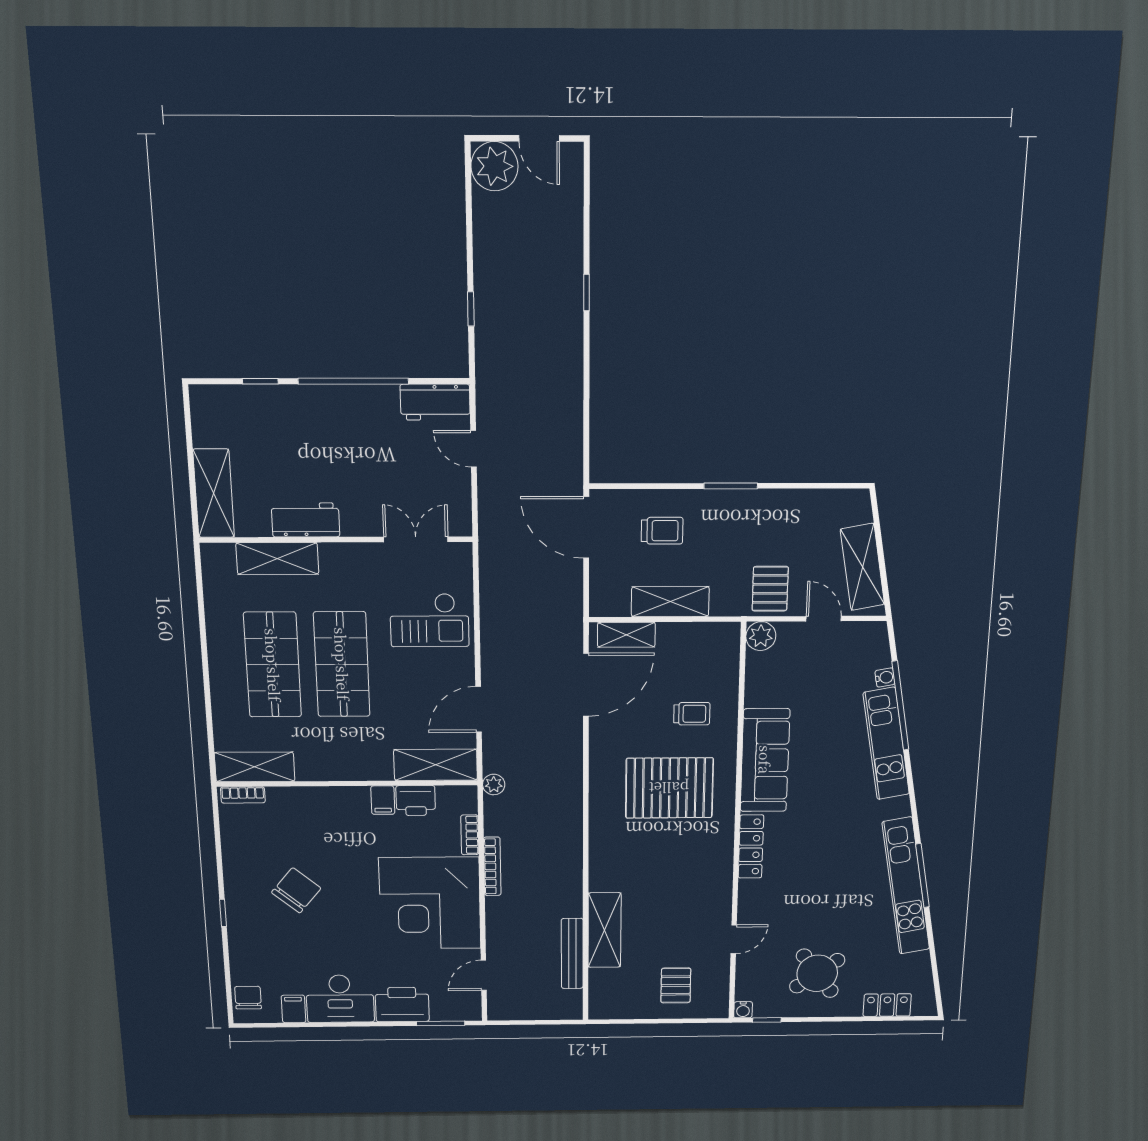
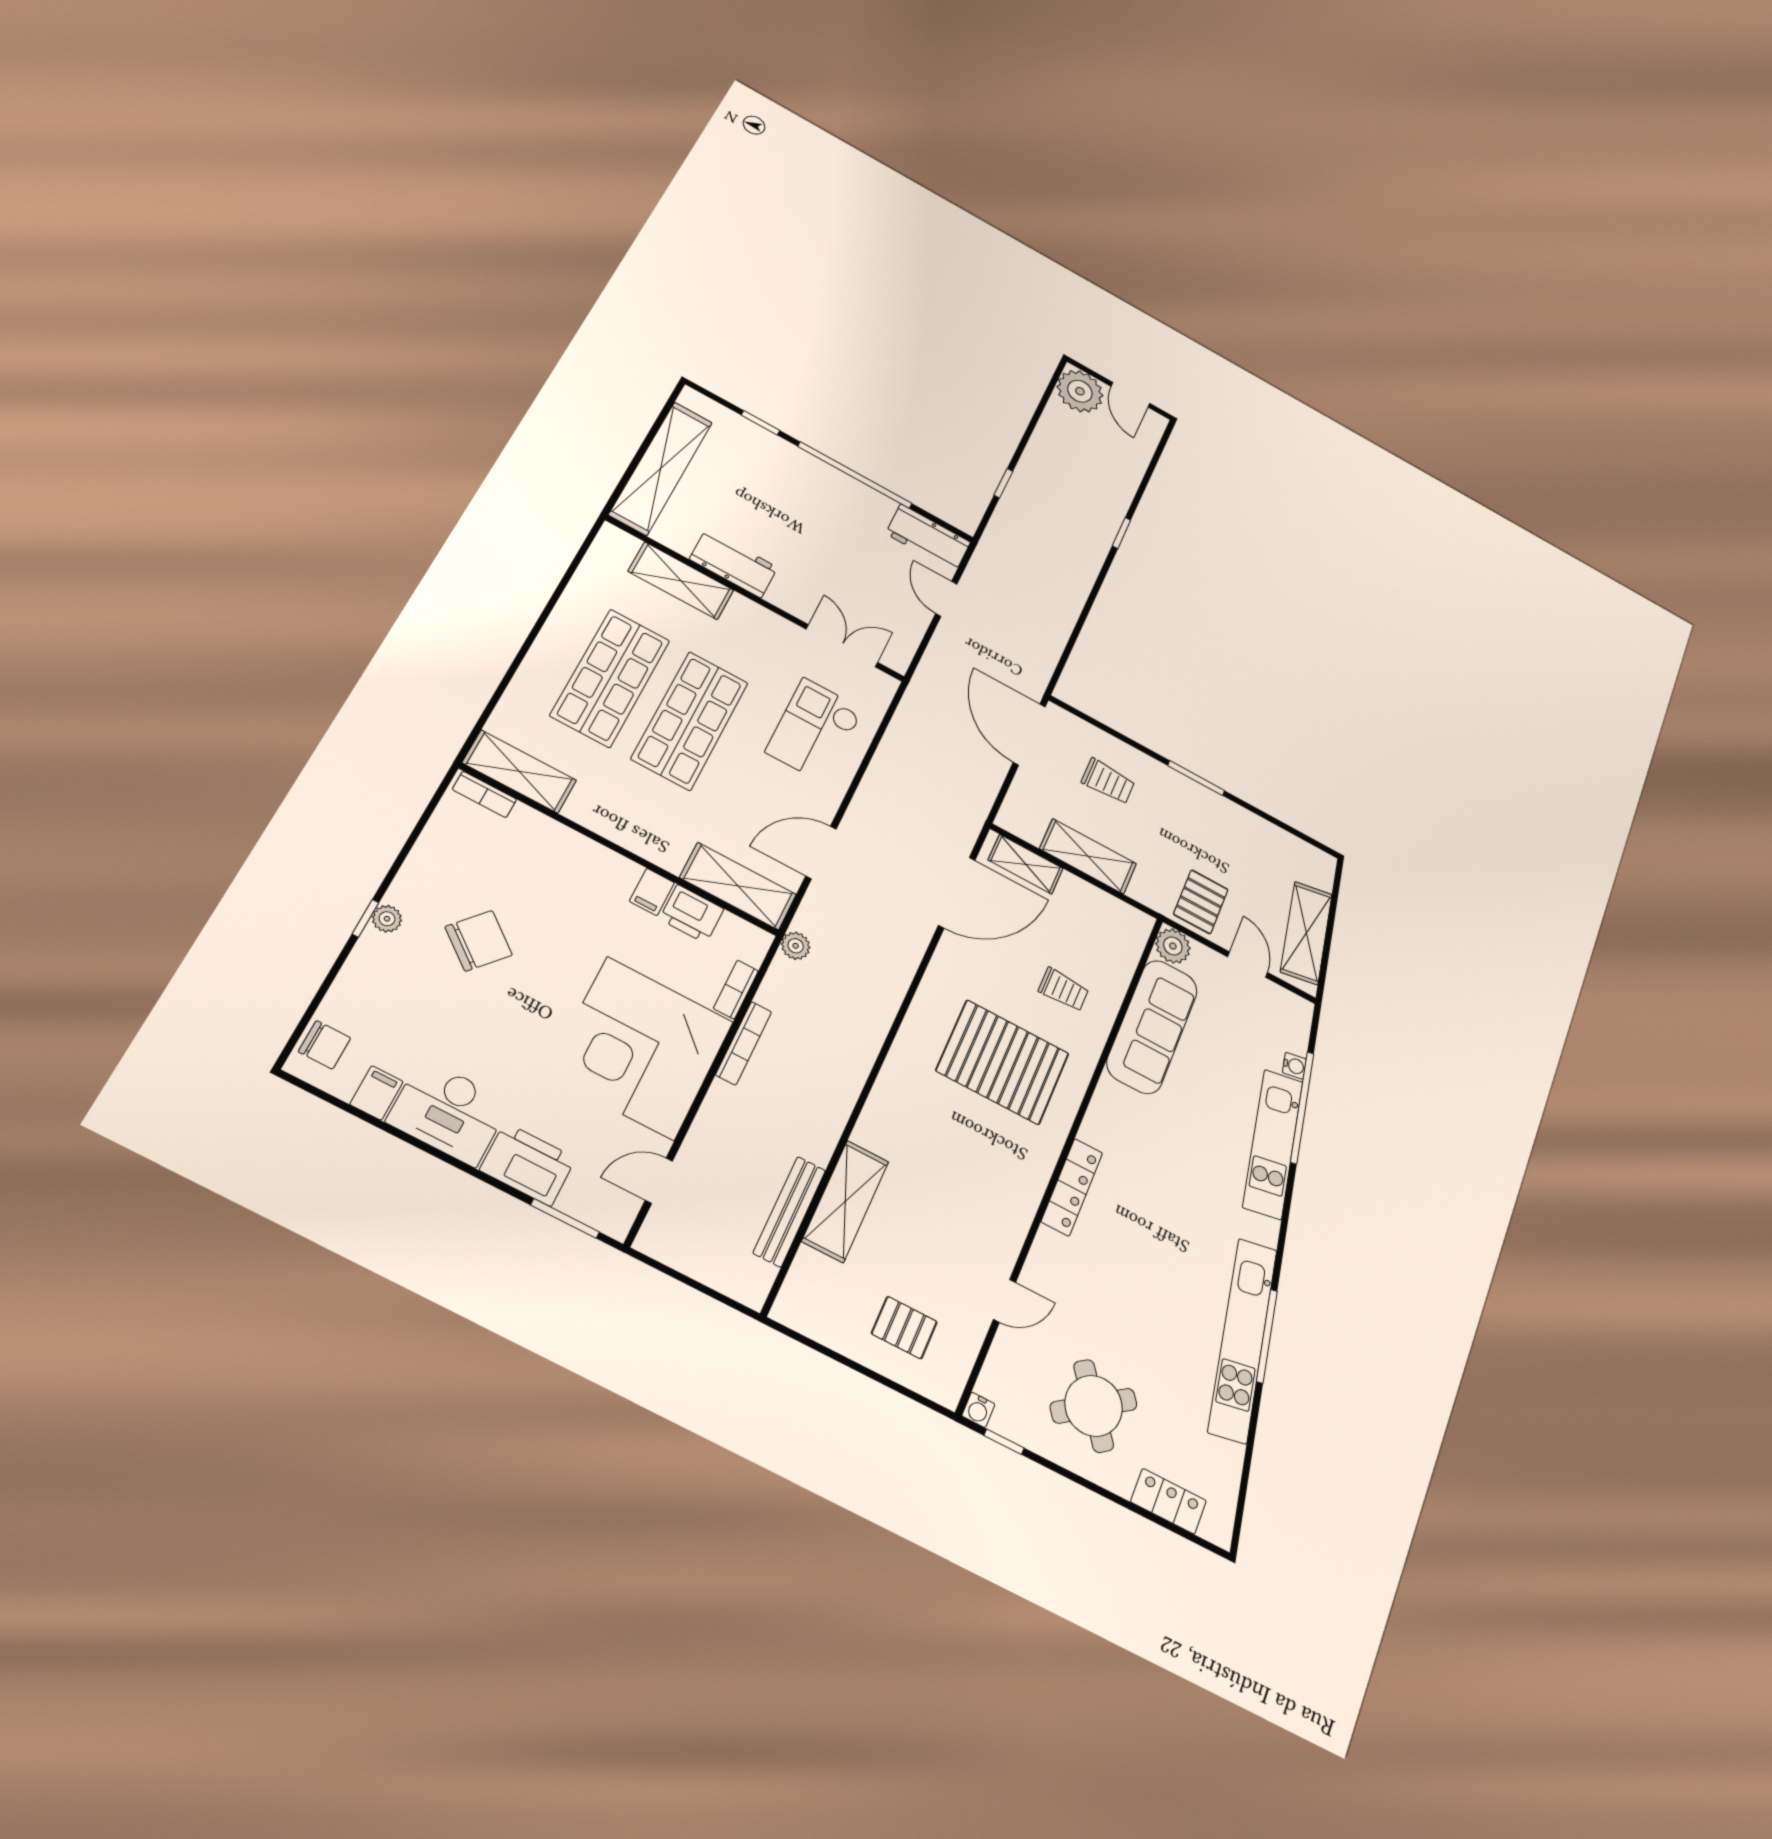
shelving: (214, 493) -> (661, 468), width x1.47
checkout: (429, 620) -> (814, 731), turned 90
sofa: (765, 760) -> (1152, 1027), moved
plant: (235, 906) -> (387, 919), added
pallet: (676, 985) -> (904, 1328), turned 90
chair: (248, 998) -> (325, 1045), turned 90

